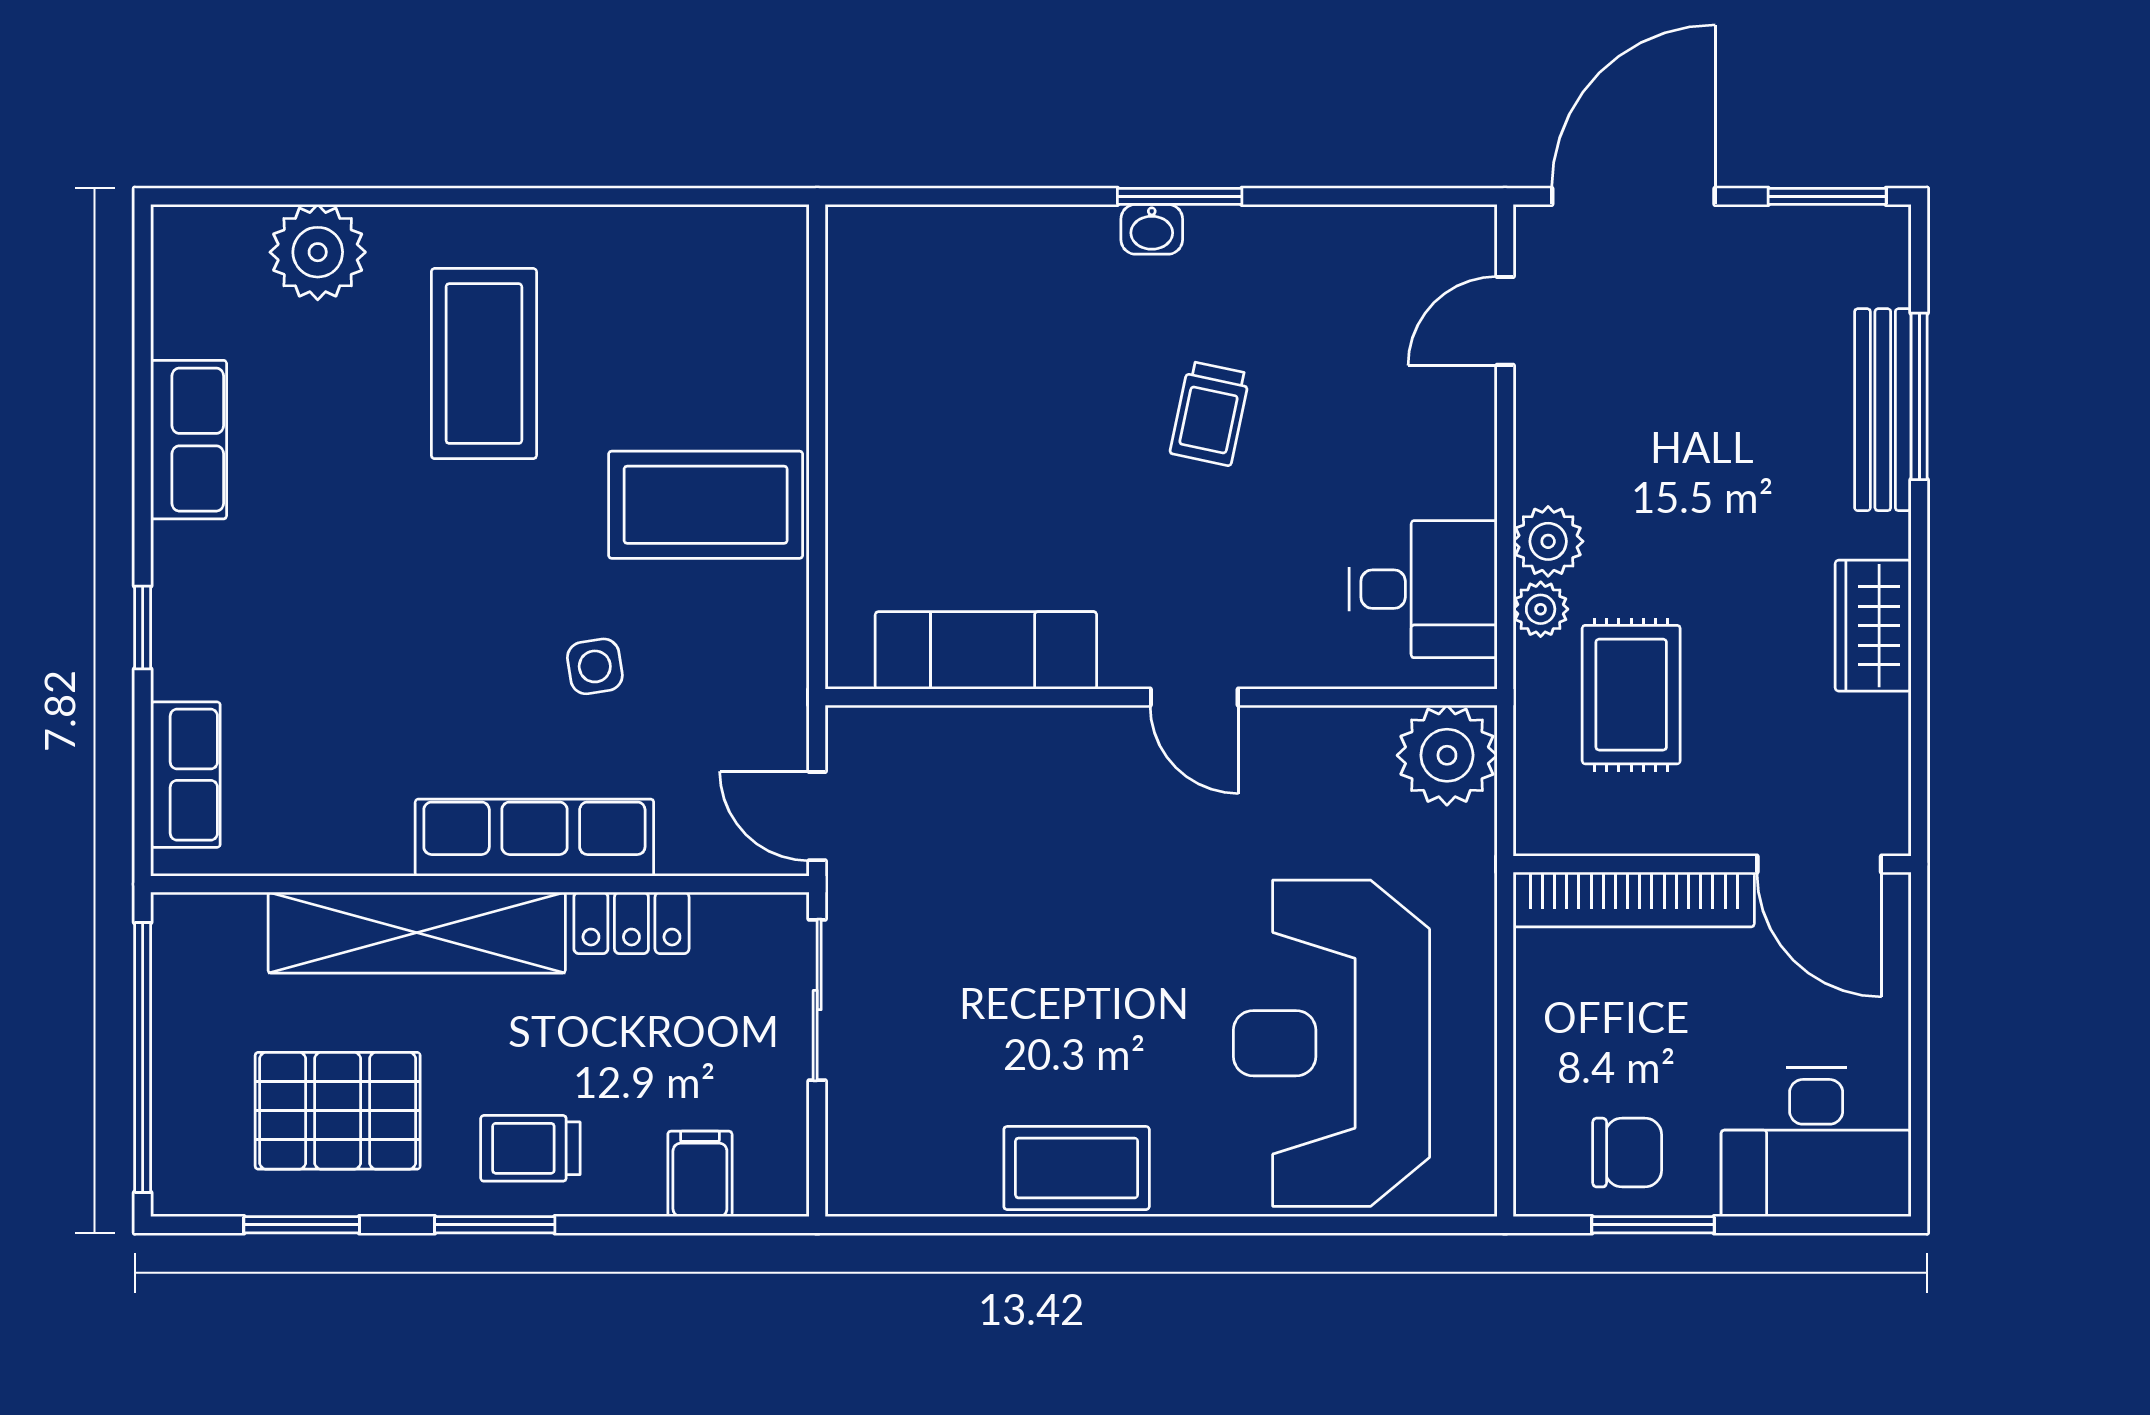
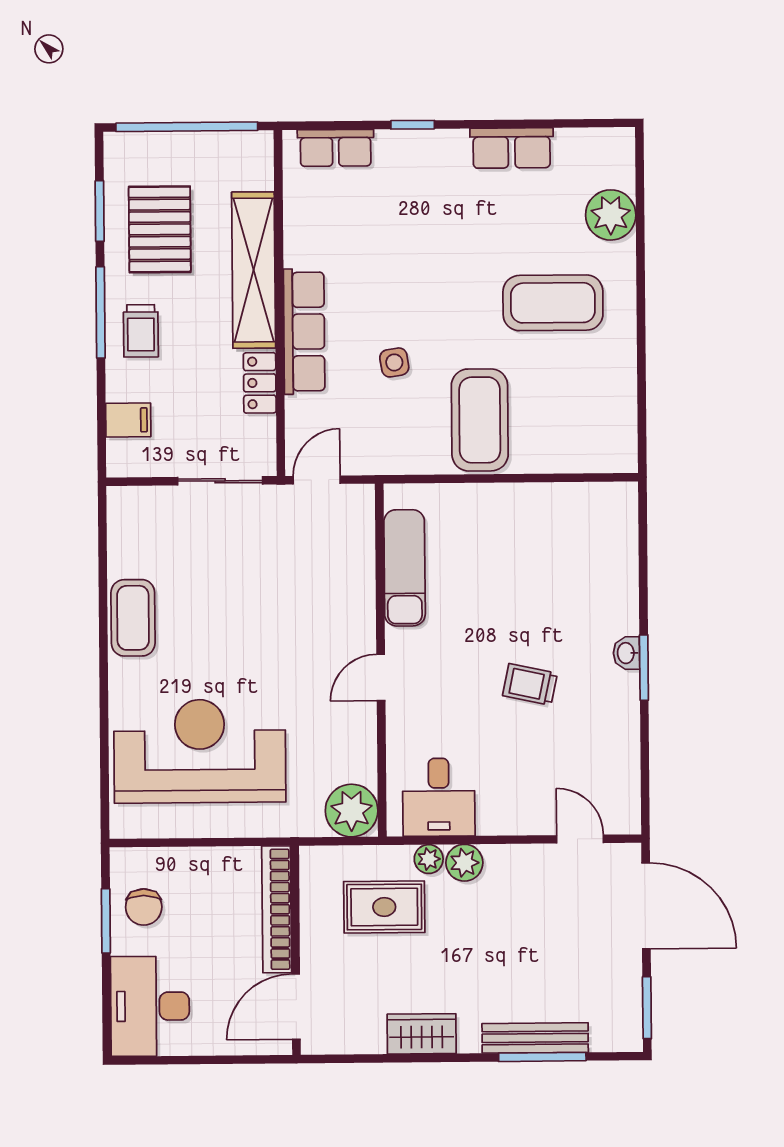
trolley: (530, 1148) -> (141, 331), turned 180
window: (495, 1225) -> (101, 312), width x1.44

